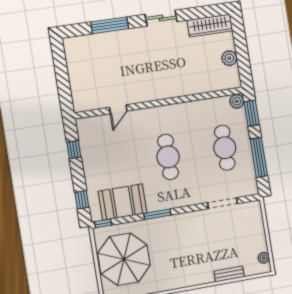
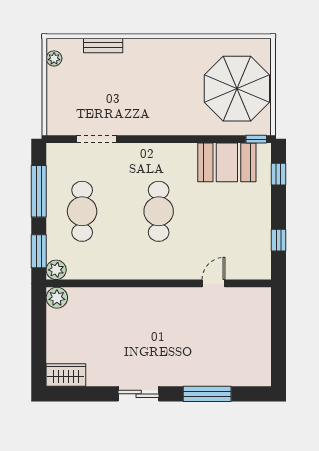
wardrobe: (210, 25) -> (66, 375), width x0.67
plant: (229, 58) -> (57, 298), moved
window: (157, 214) -> (185, 139), removed

